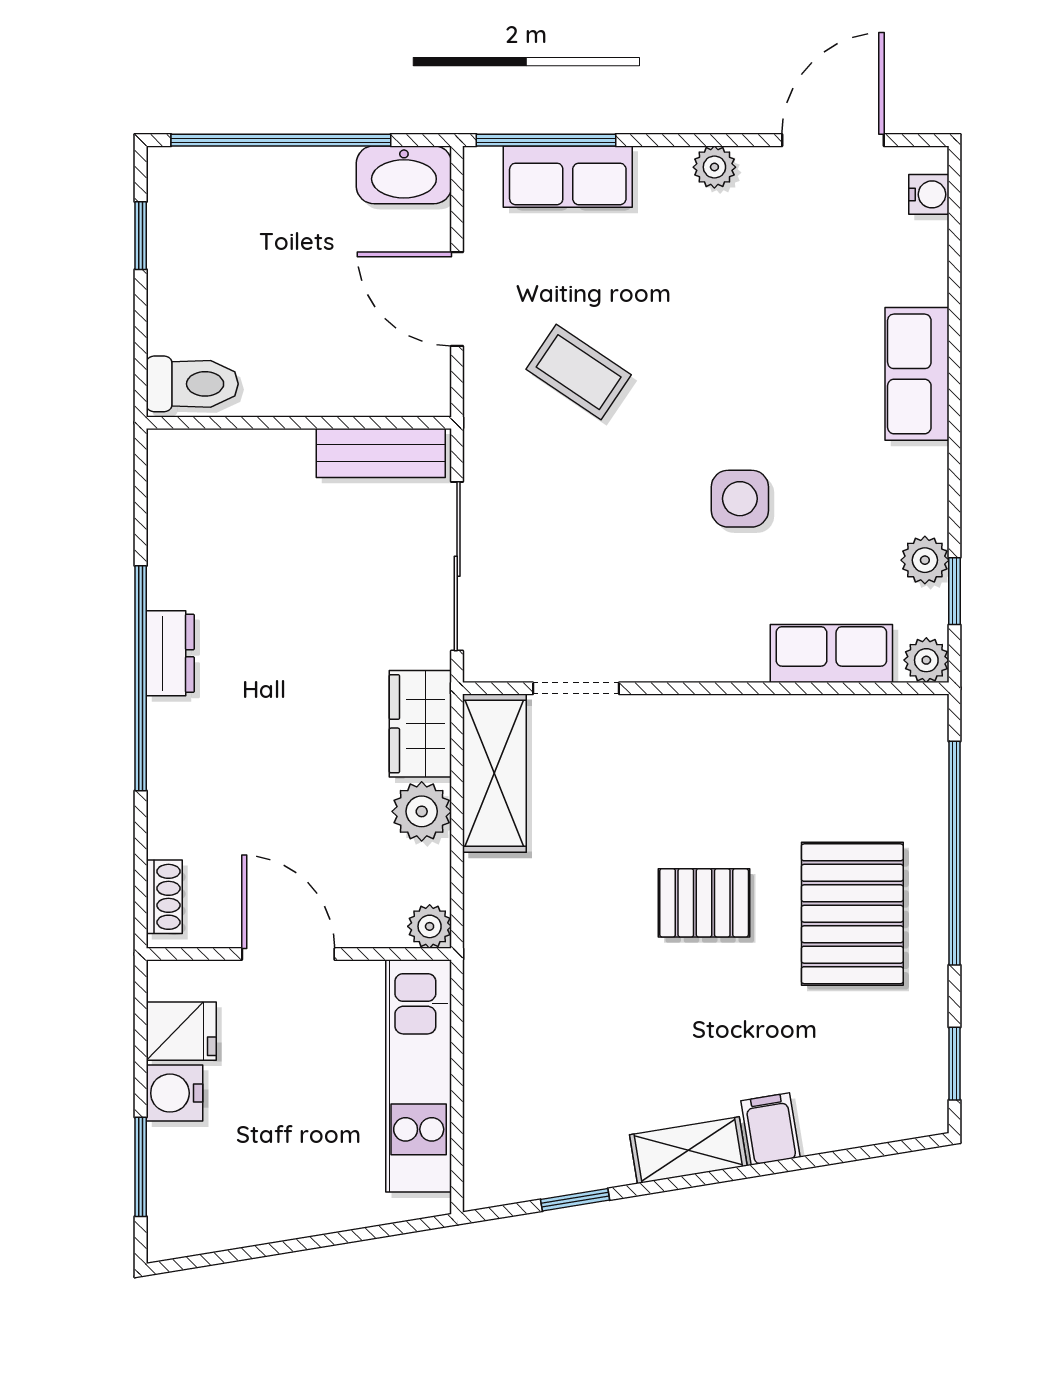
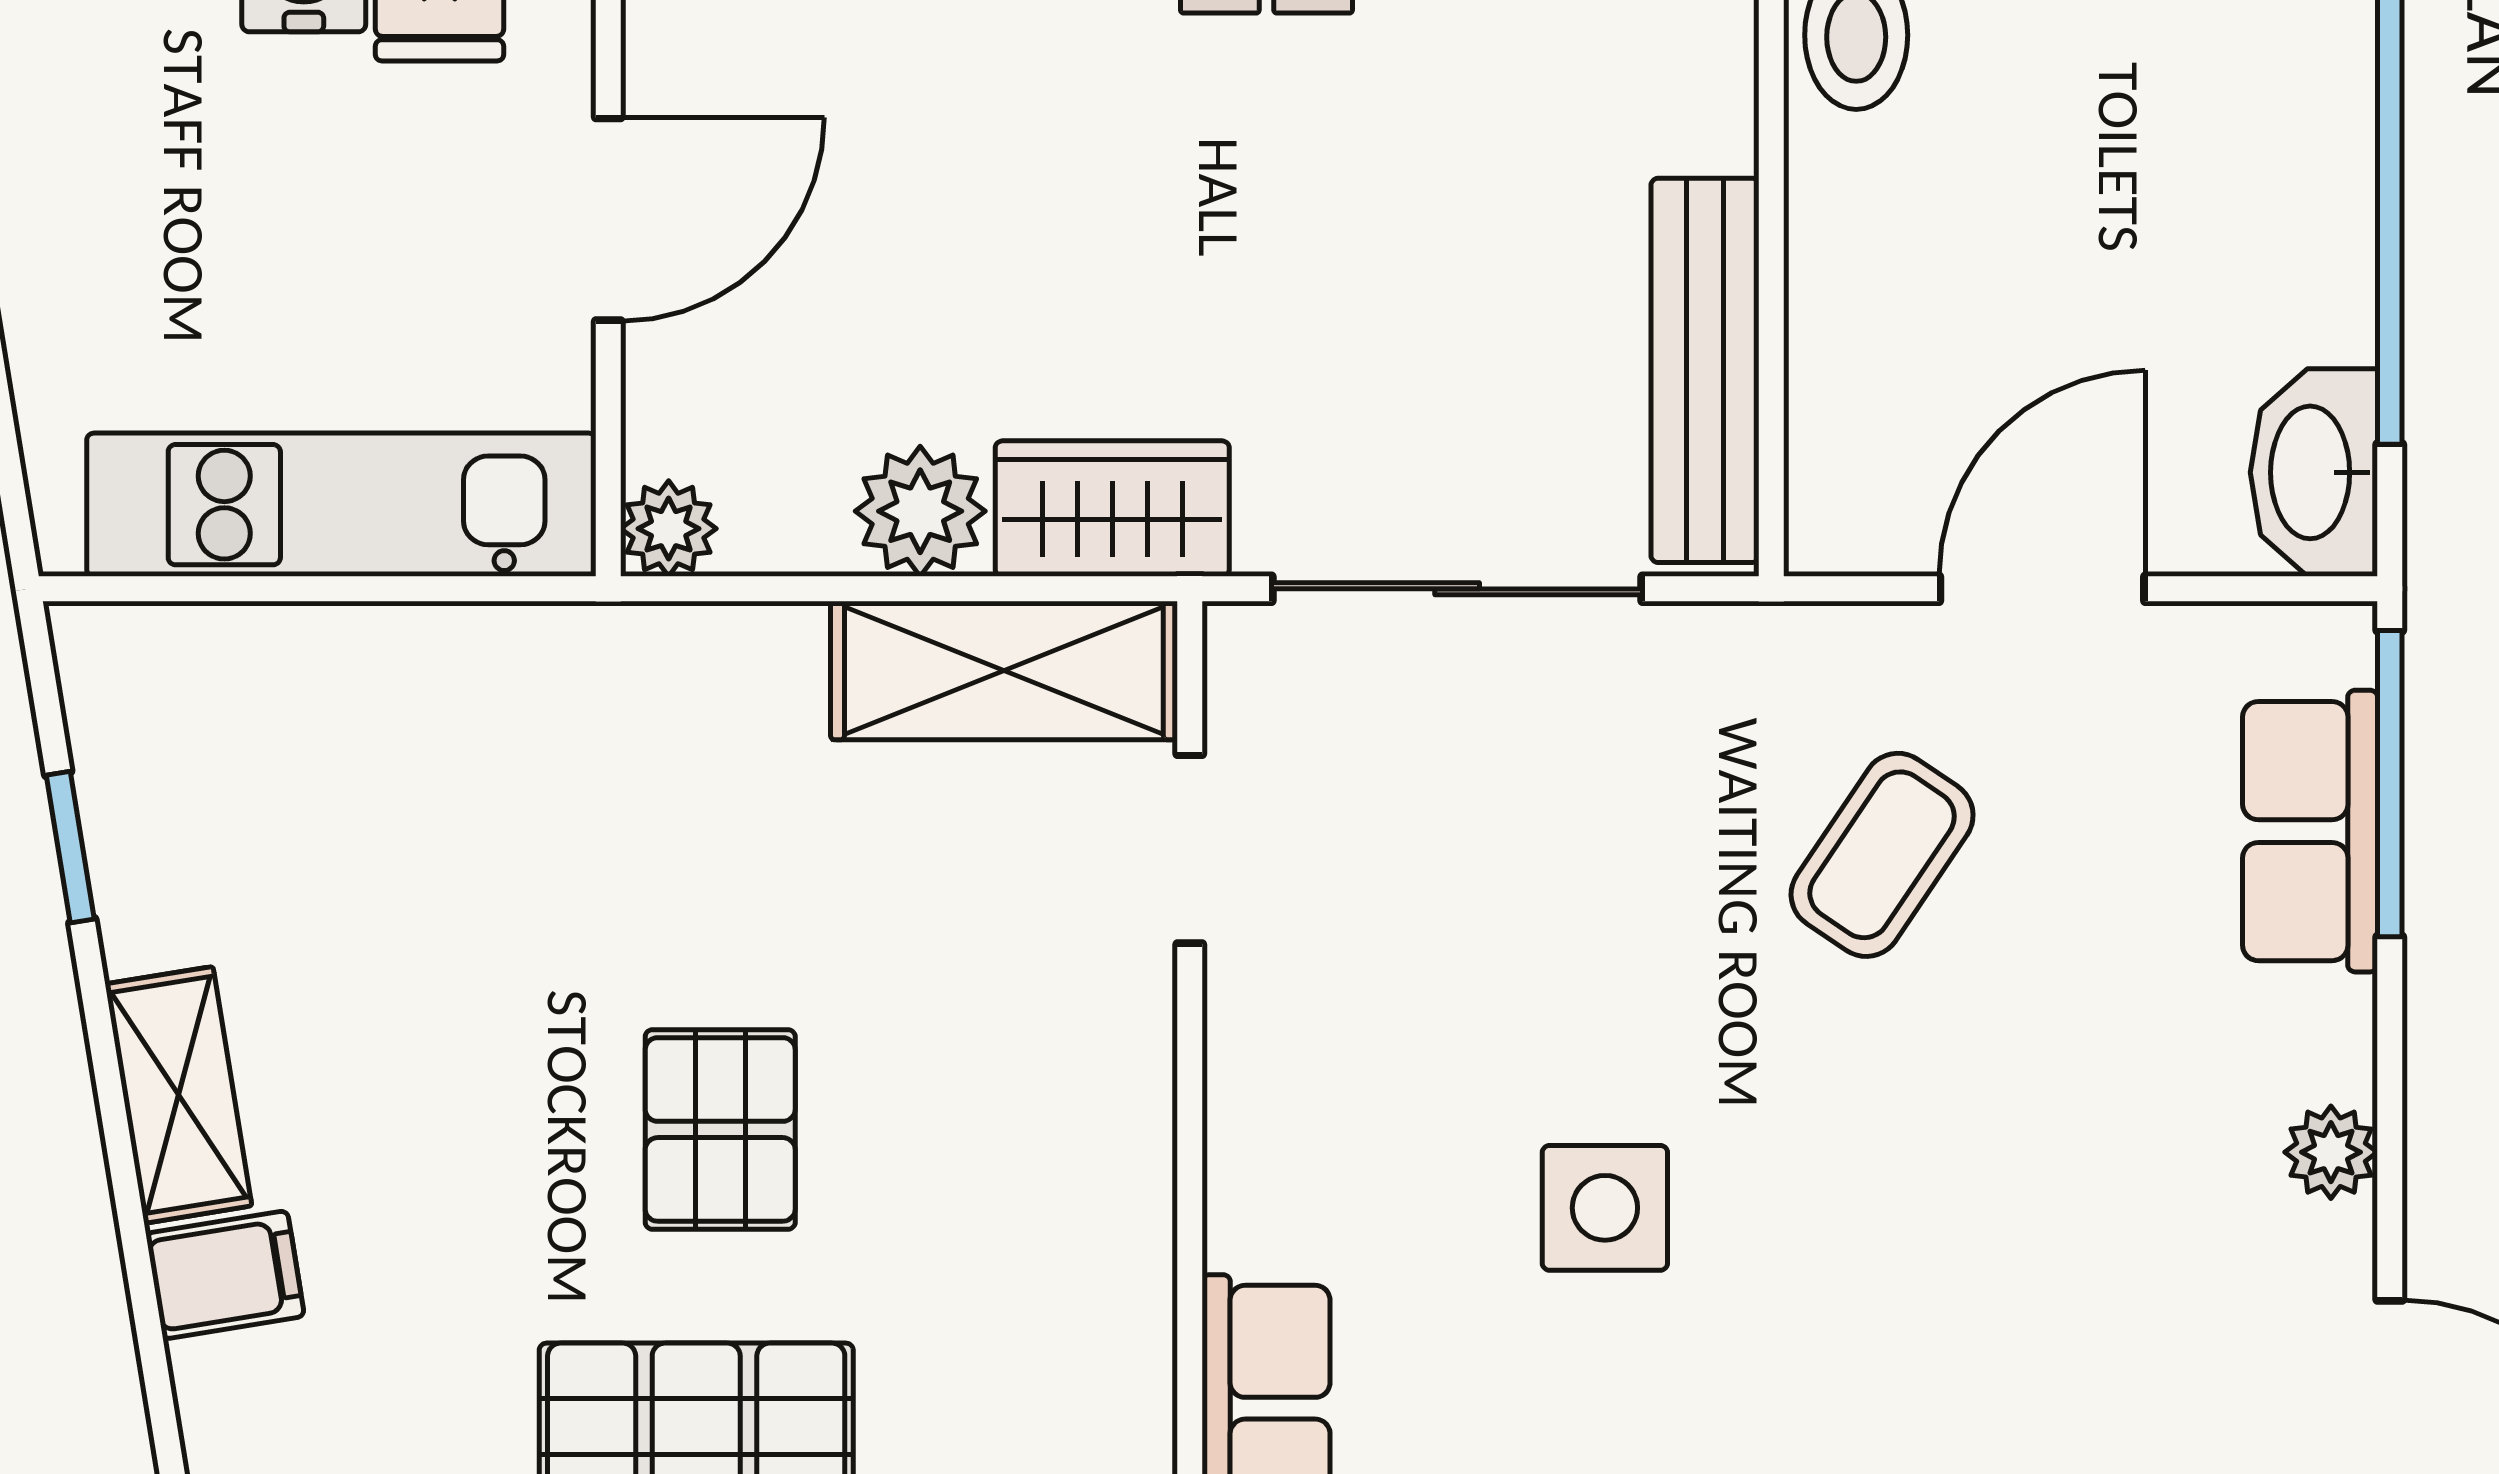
bench: (381, 453) -> (1705, 370), width x1.36

